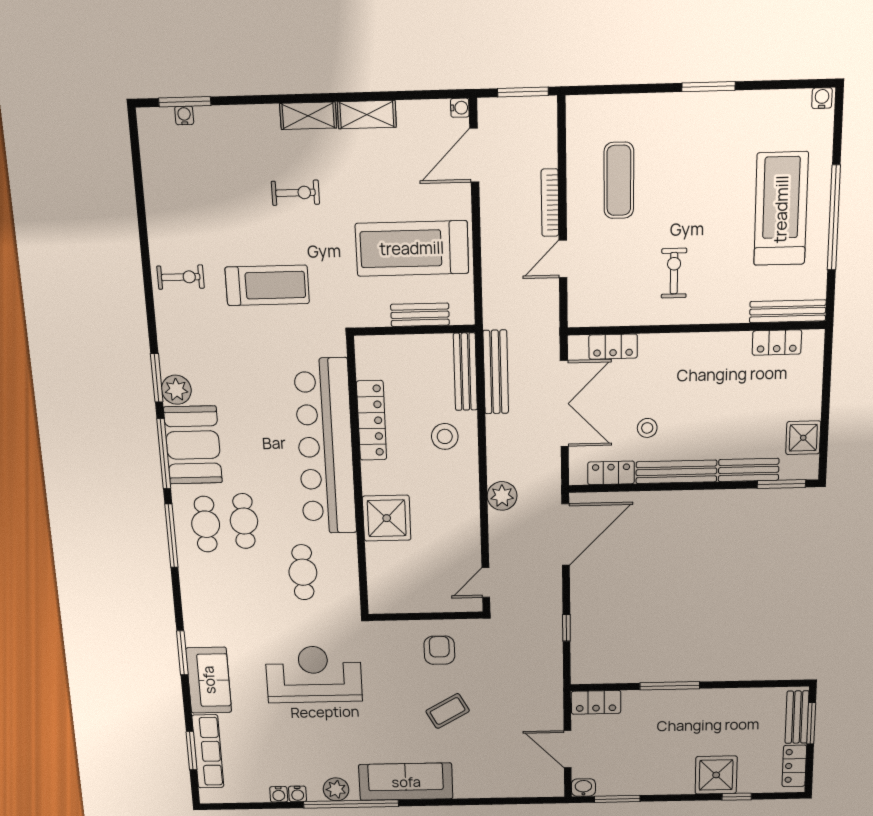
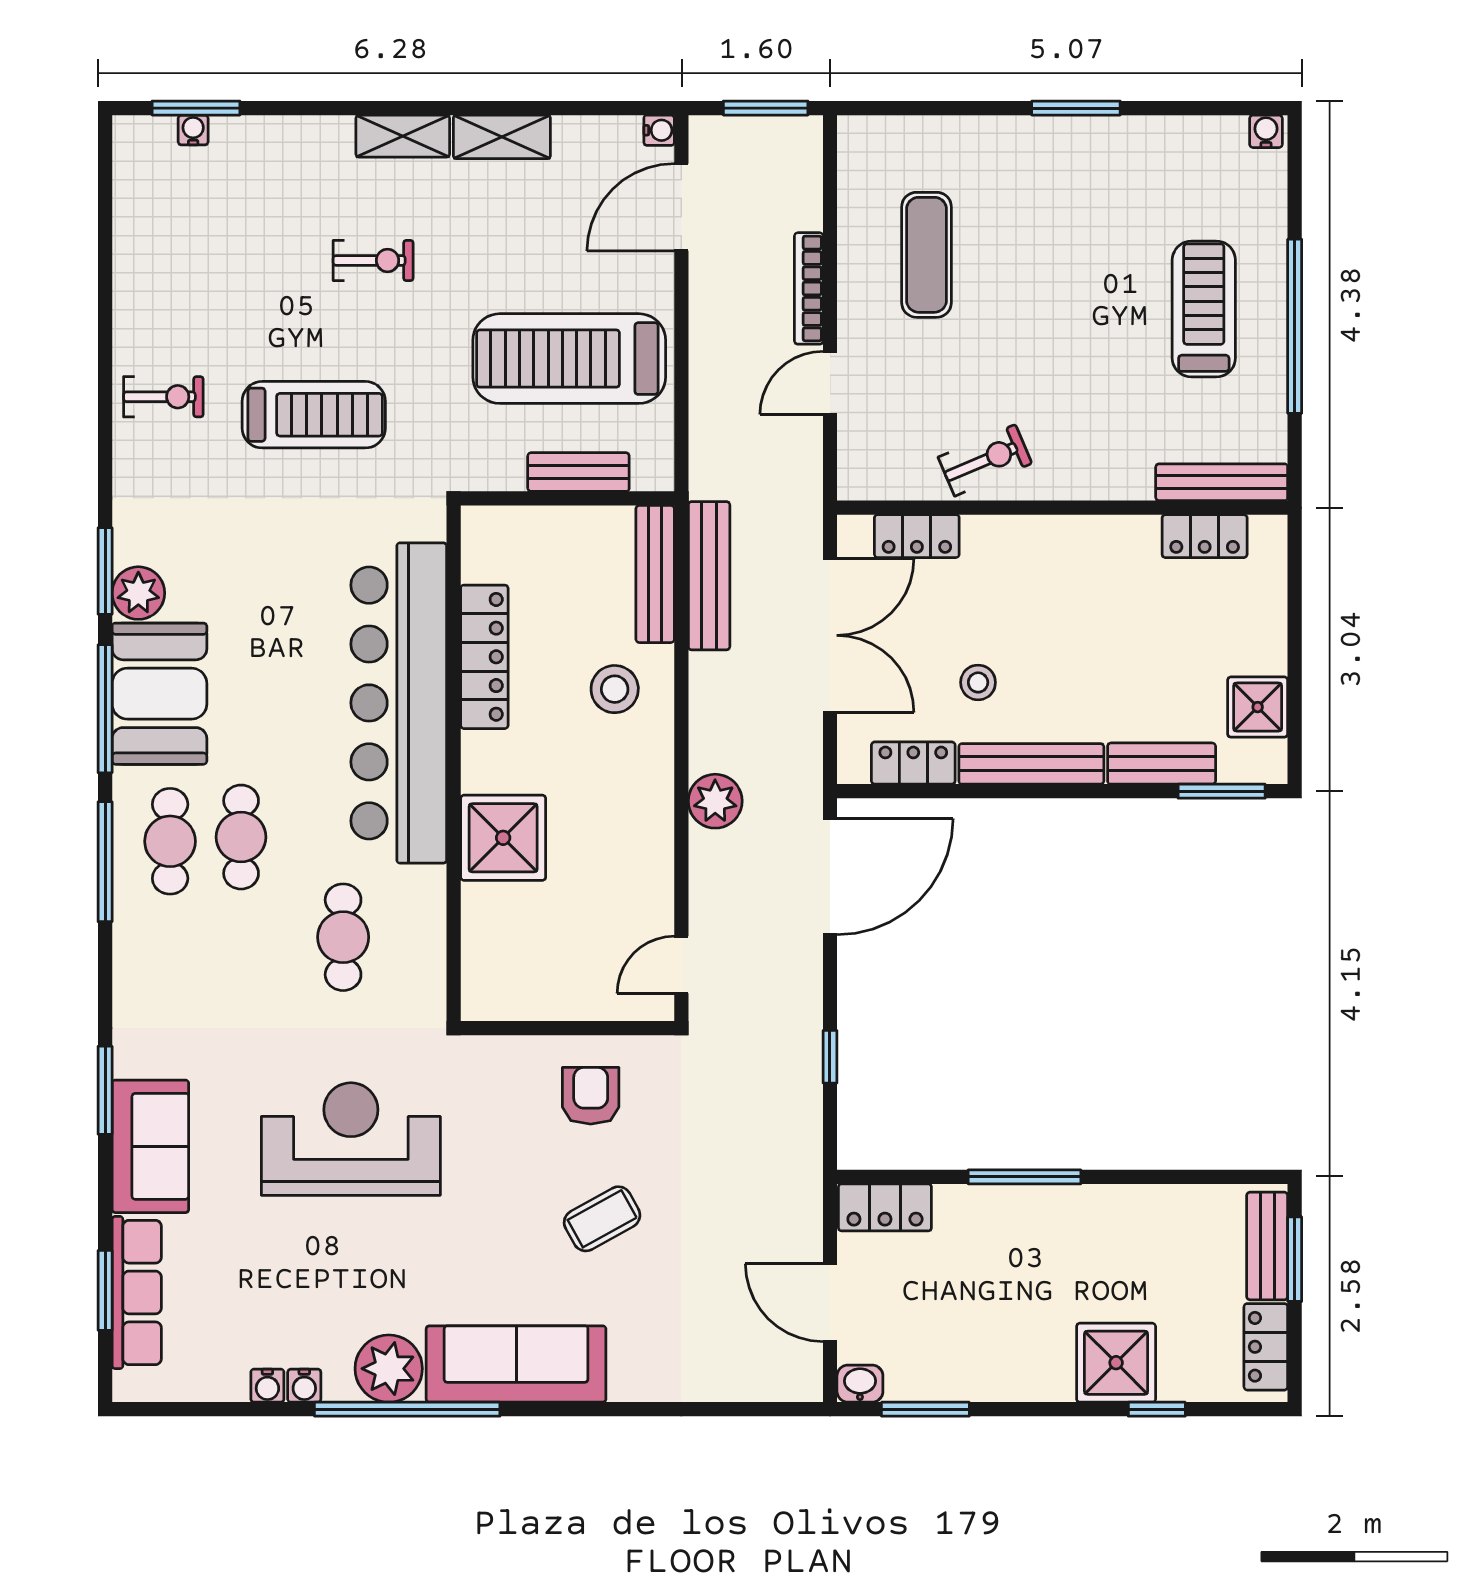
treadmill: (781, 209) -> (1204, 309), width x0.73, depth x0.73
exercise bike: (674, 273) -> (985, 460), moved, turned 67
plant: (336, 789) -> (389, 1369), width x1.36, depth x1.36

